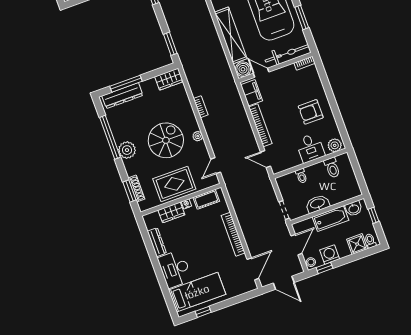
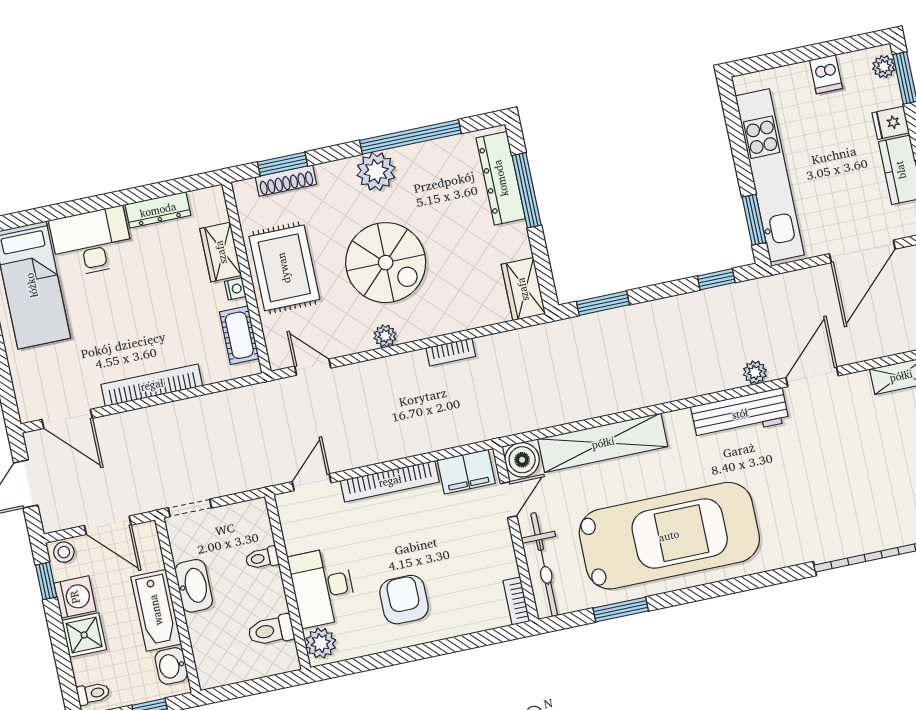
desk: (310, 148) -> (322, 587), width x1.37
shower: (357, 244) -> (84, 635), moved

